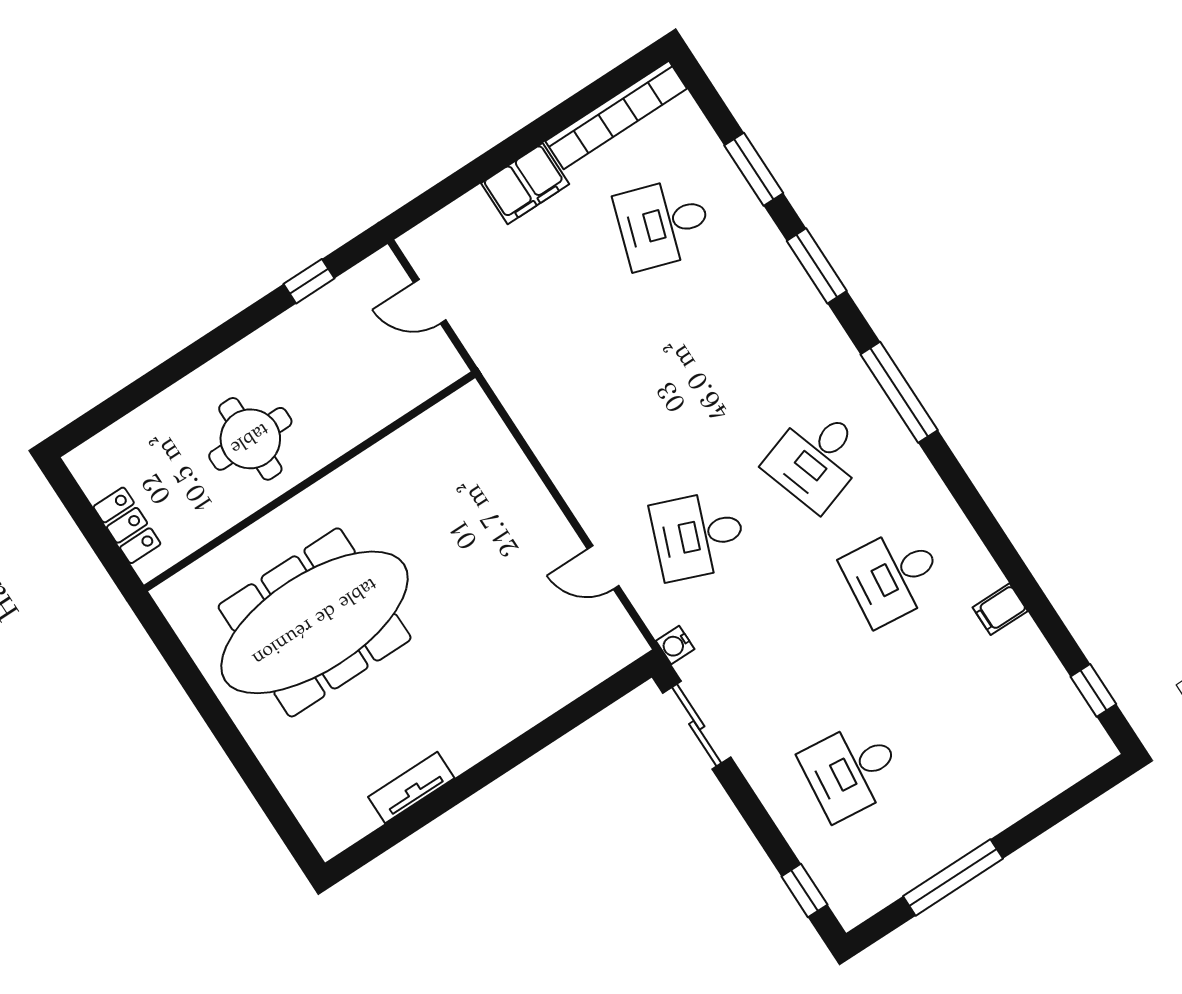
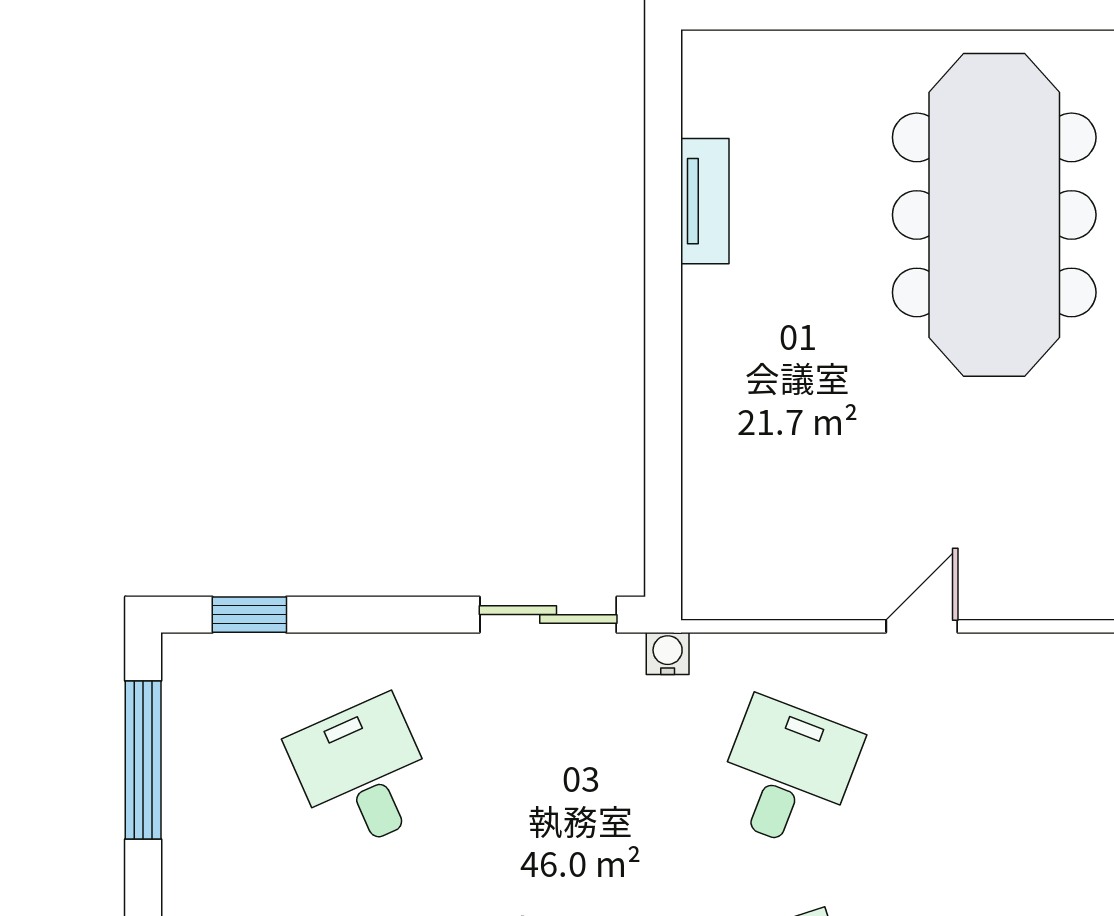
door: (603, 567) -> (922, 626), moved
desk: (852, 770) -> (363, 774), turned -30
window: (953, 877) -> (143, 760), moved

